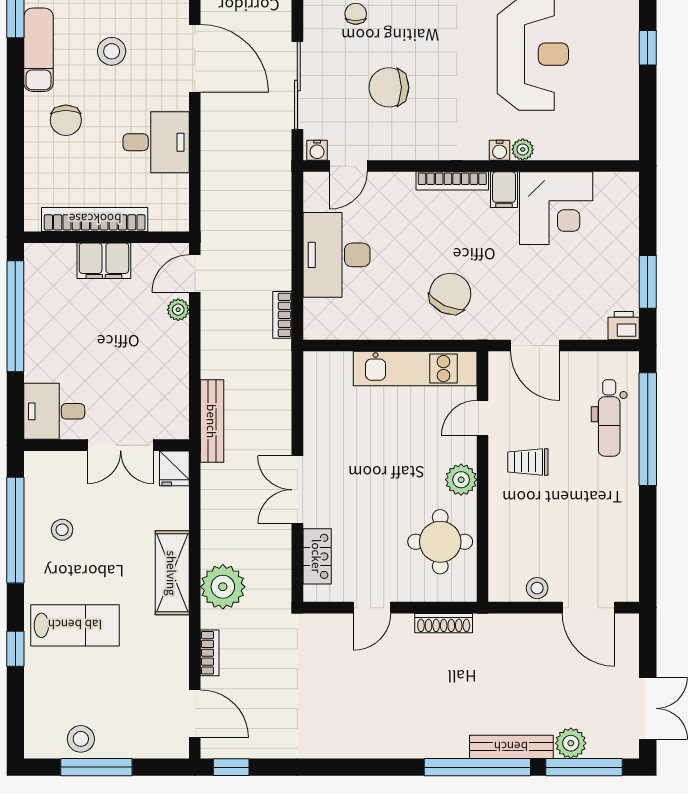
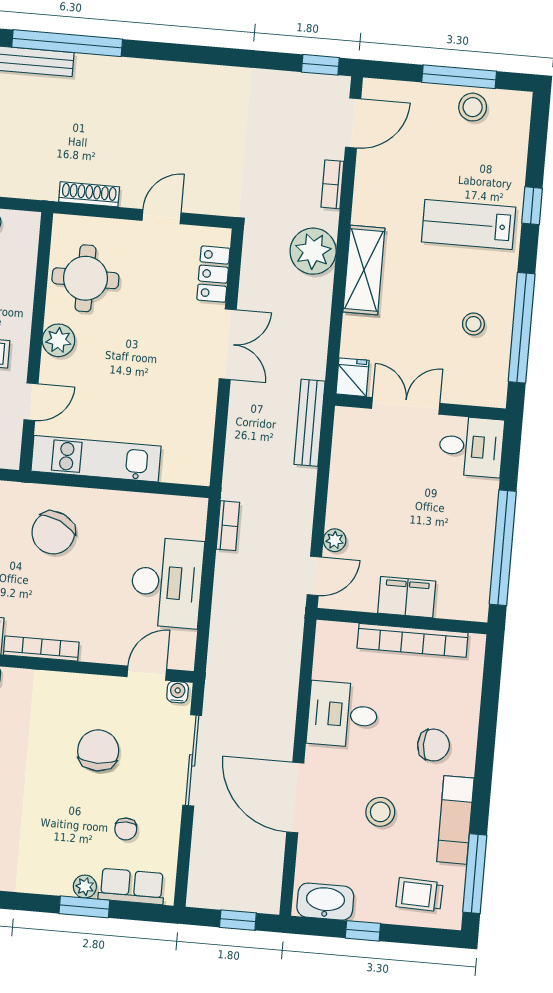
chair: (389, 87) -> (98, 750), turned -90
chair: (66, 120) -> (433, 745), turned 90
door: (195, 714) -> (353, 123), swing flipped

